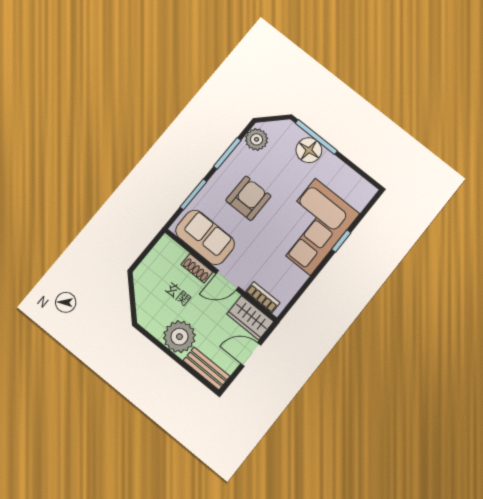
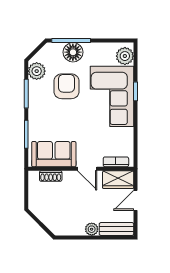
plant: (359, 196) -> (125, 56), added
armchair: (248, 198) -> (66, 86), moved
shoe rack: (197, 268) -> (51, 176), moved
door: (227, 280) -> (87, 169), hinge flipped
plant: (179, 337) -> (92, 229), width x0.53, depth x0.53

